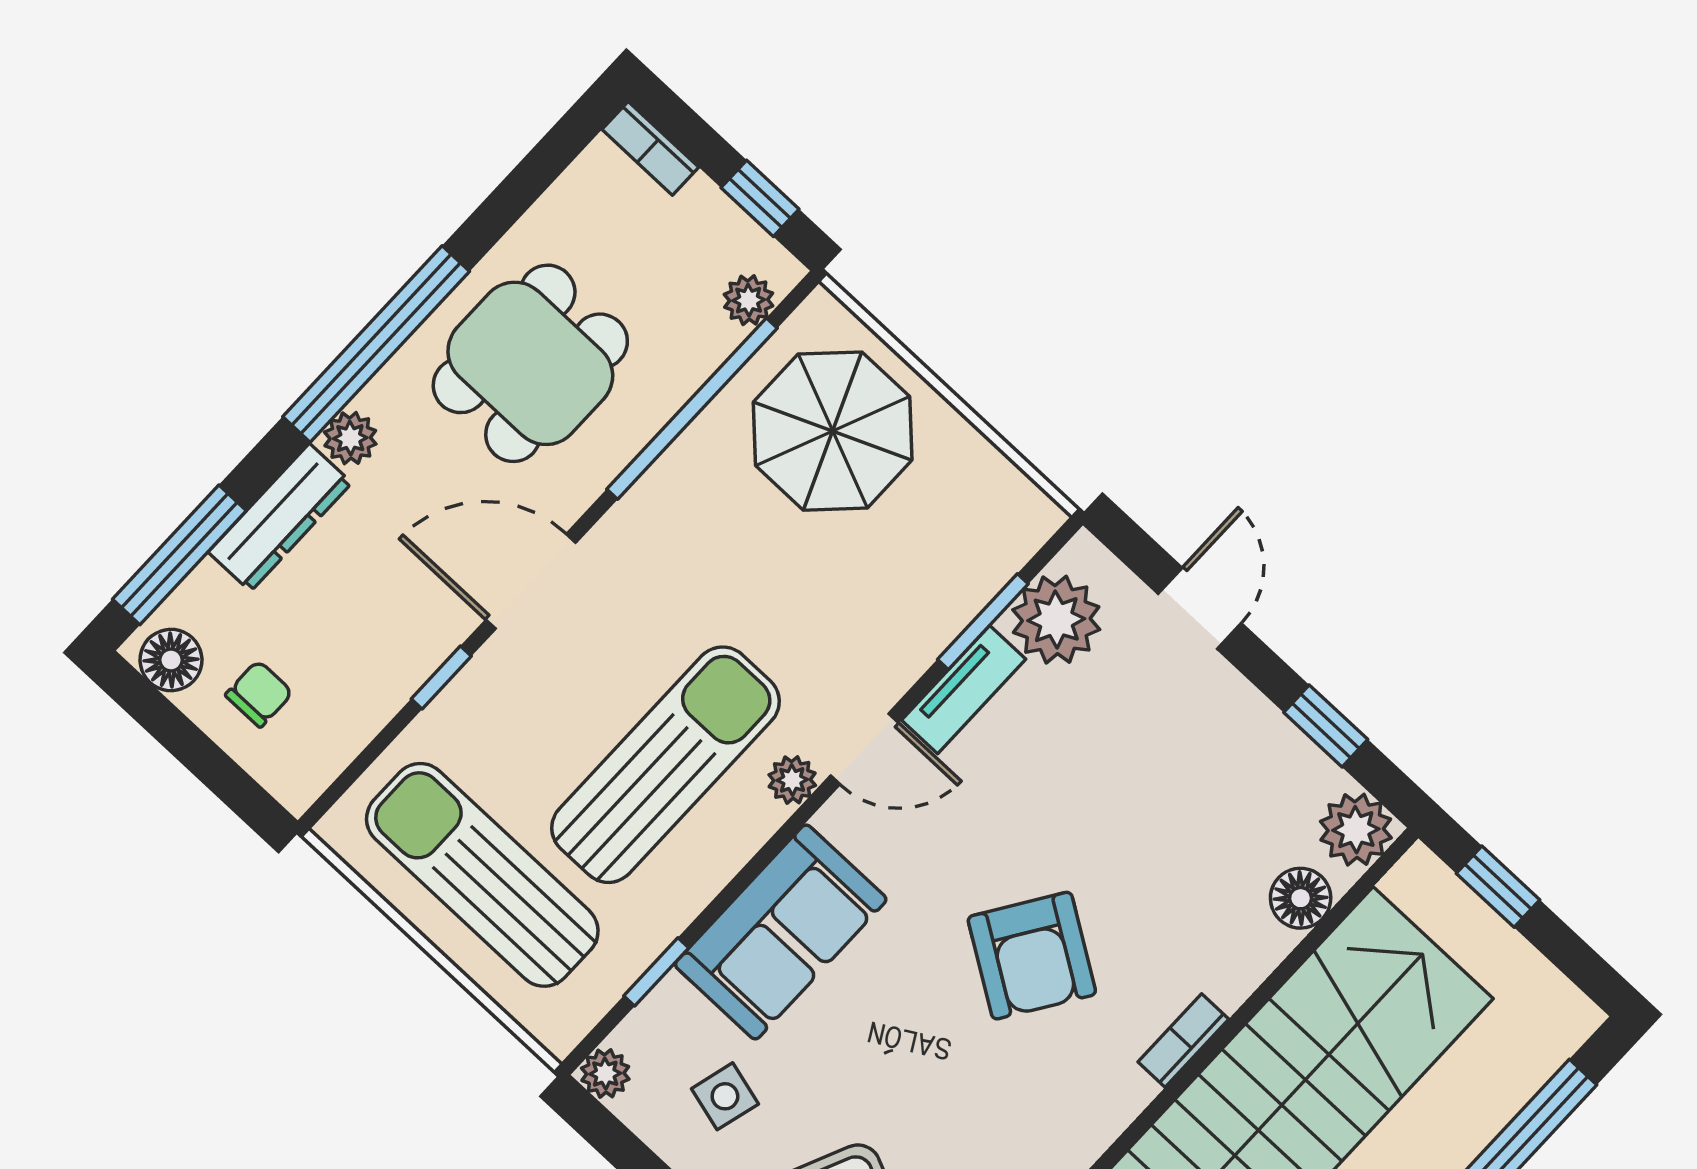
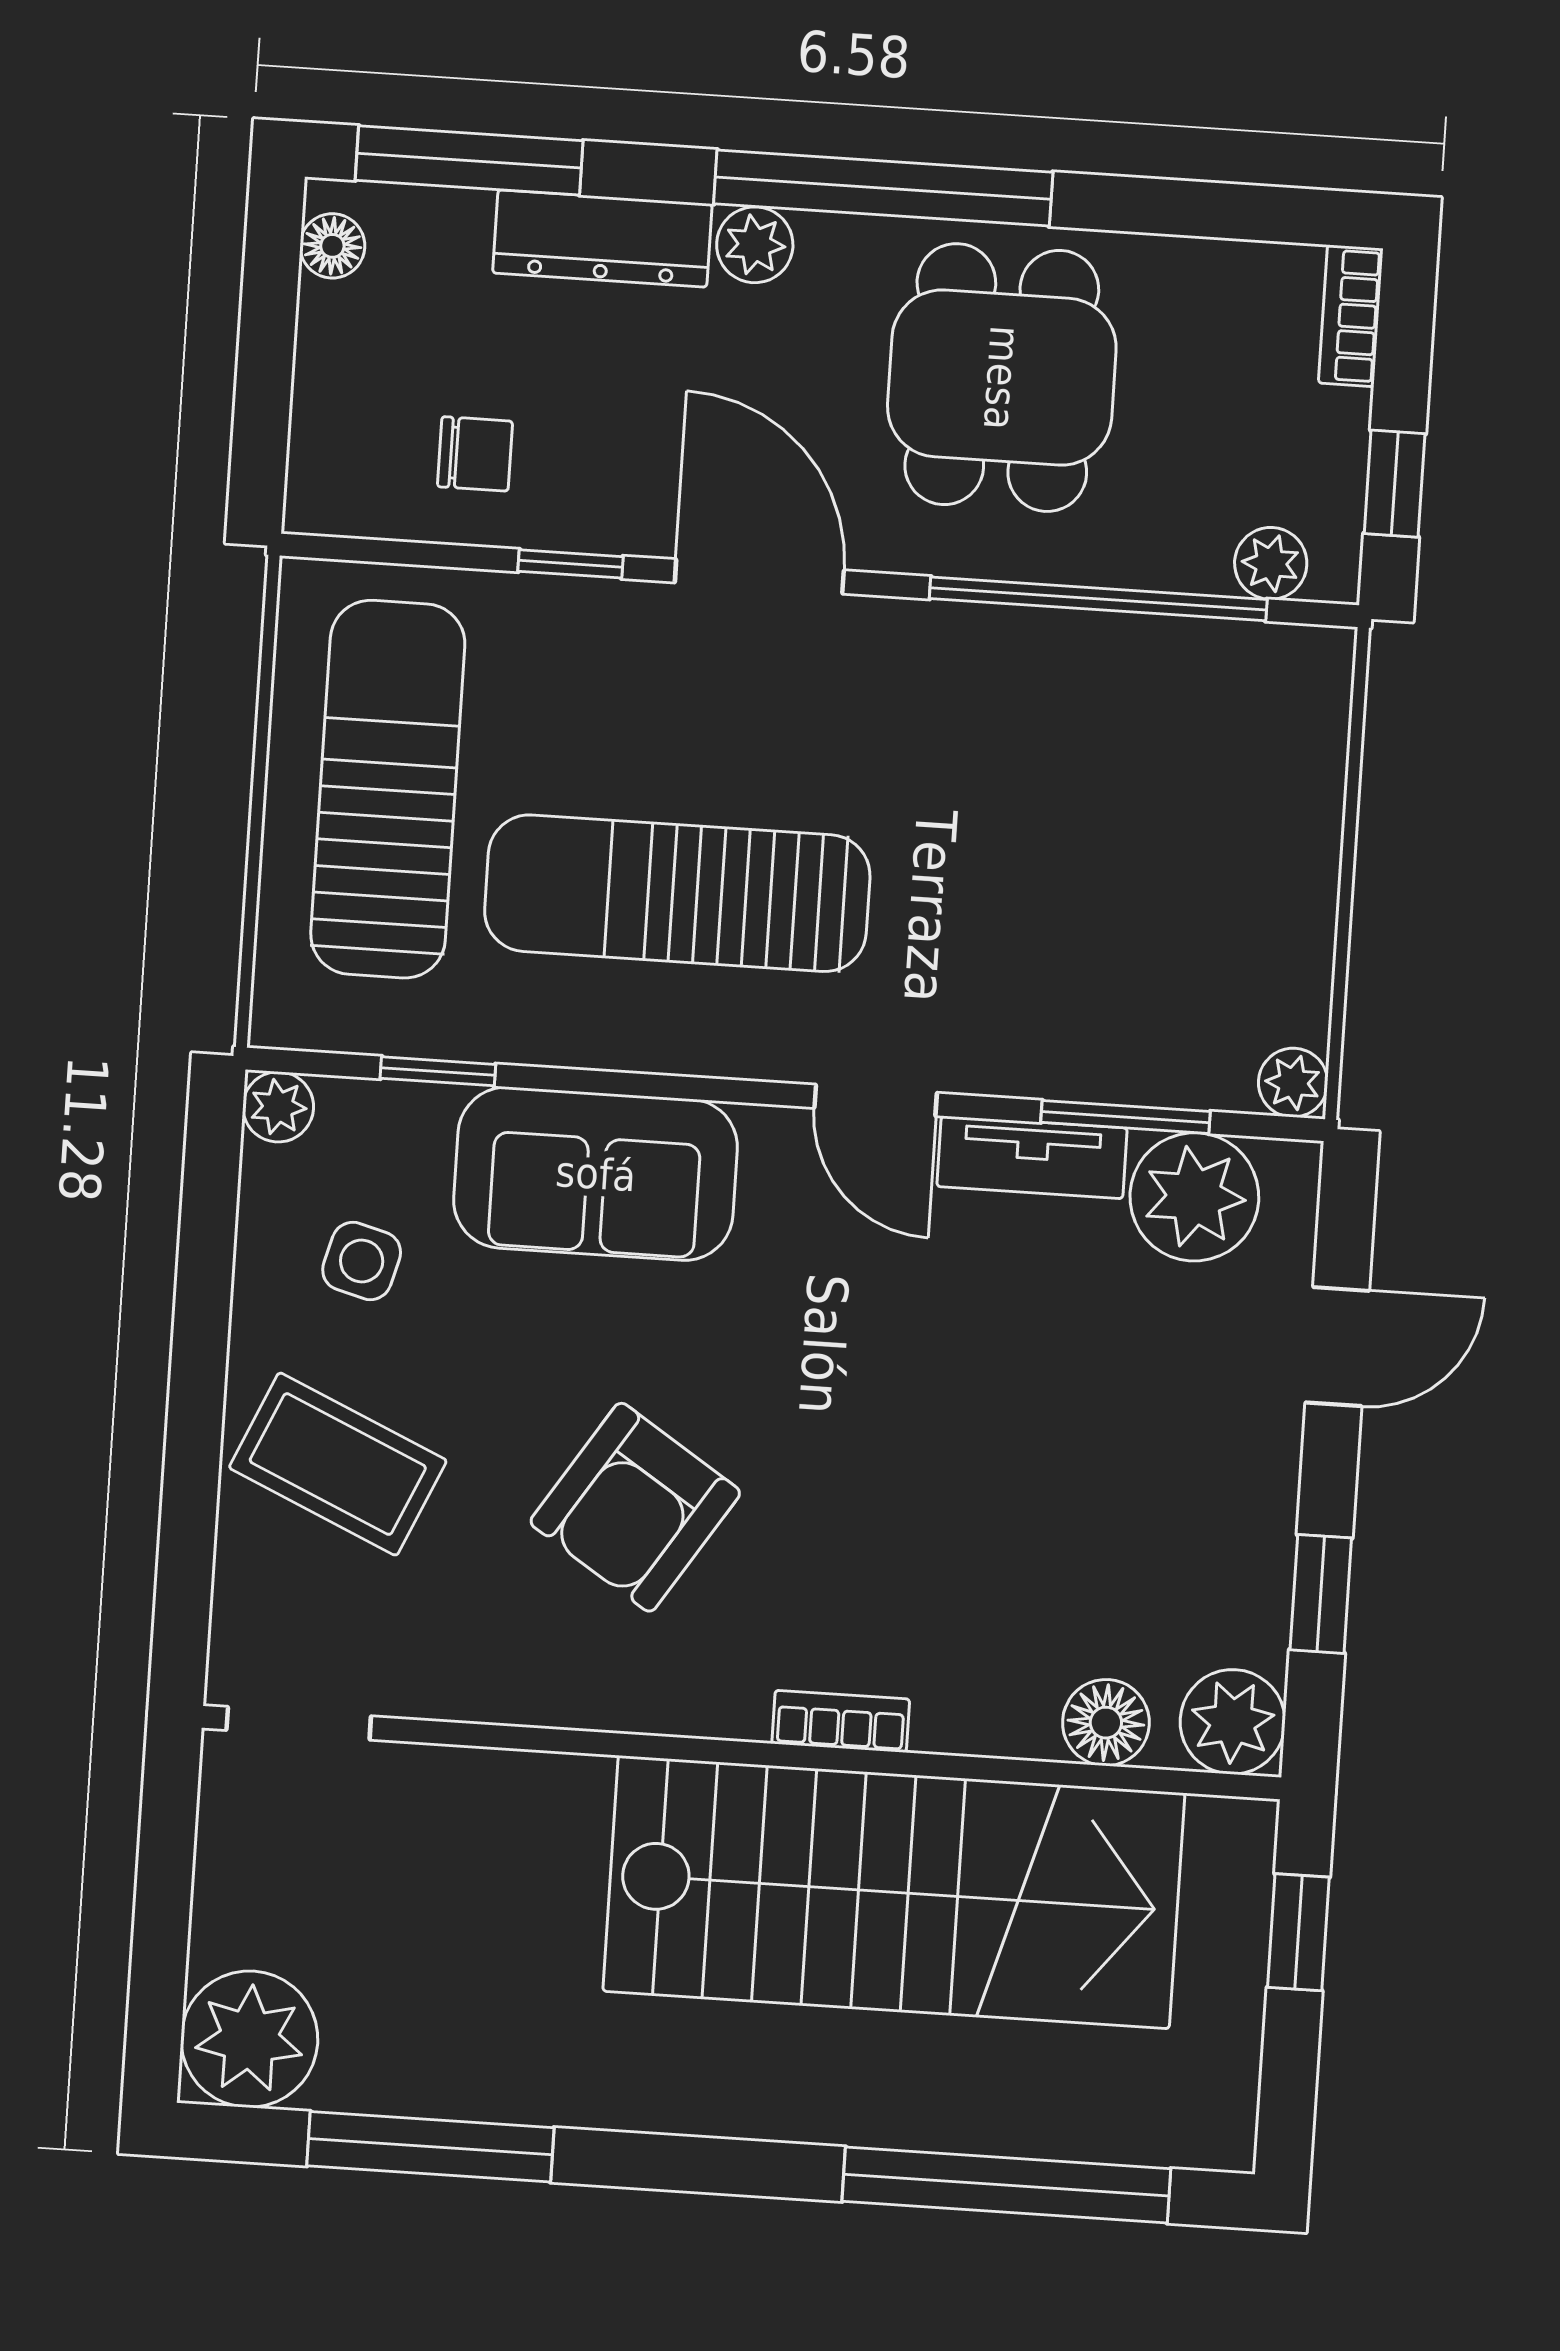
dining table: (530, 363) -> (1002, 378), turned 90
parasol: (833, 431) -> (1201, 776), removed
floor lamp: (171, 660) -> (332, 246), width x0.73, depth x0.73
chair: (259, 694) -> (475, 454), moved
sun lounger: (666, 765) -> (677, 893), turned 180
plant: (792, 780) -> (1293, 1083), moved
armchair: (1032, 956) -> (635, 1507), moved

